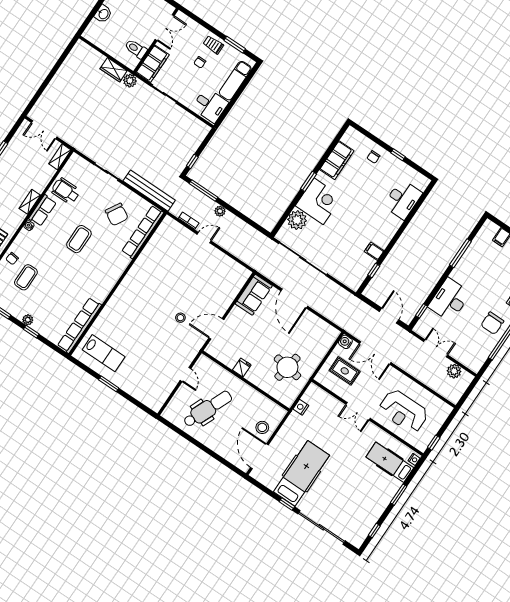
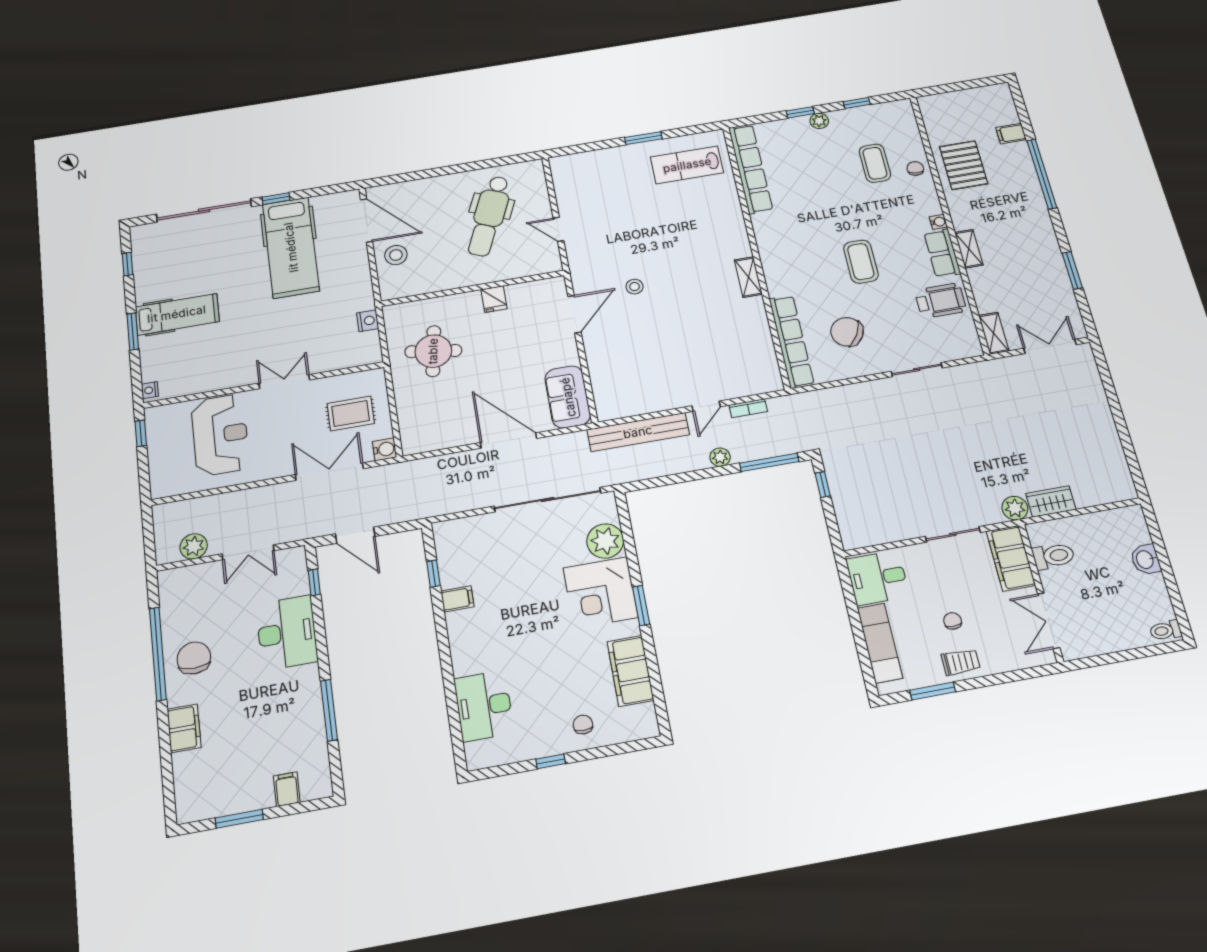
bench: (149, 191) -> (638, 432), moved
shelving: (131, 277) -> (748, 277), added
reception desk: (403, 411) -> (220, 435), turned 90
hospital bed: (390, 462) -> (177, 314), moved

